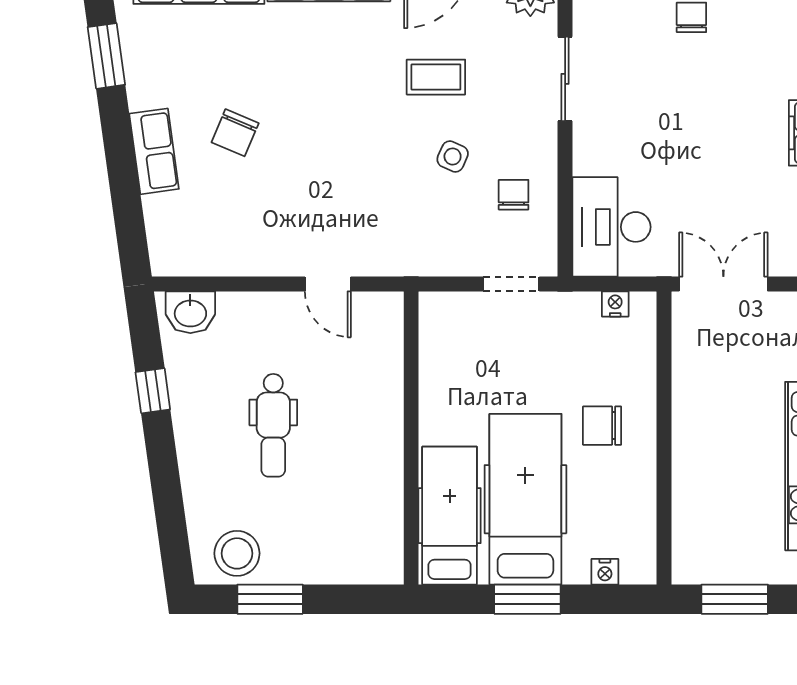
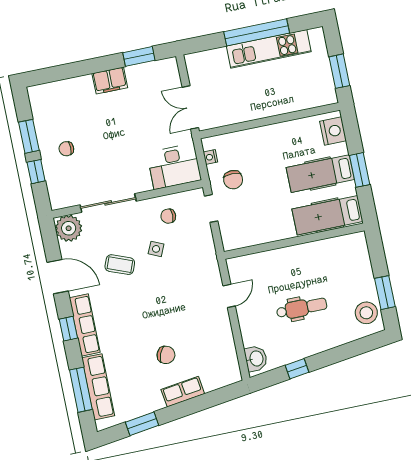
coffee table: (436, 77) -> (120, 265), turned -69
sliding door: (565, 79) -> (108, 203), width x1.37
chair: (602, 426) -> (233, 180), moved
hospital bed: (525, 499) -> (320, 174), width x0.73, depth x0.78
nightstand: (605, 572) -> (333, 131), width x1.89, depth x1.79

